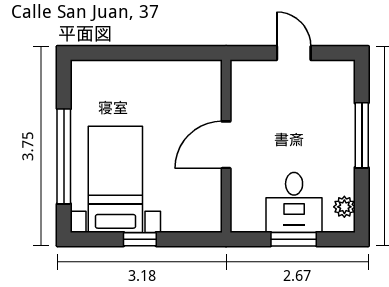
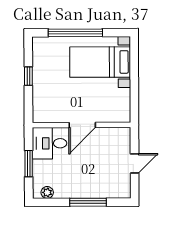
door: (226, 145) -> (82, 125), swing flipped
bed with nightstands: (115, 179) -> (100, 62), moved, turned 180
desk: (294, 202) -> (49, 143), moved

